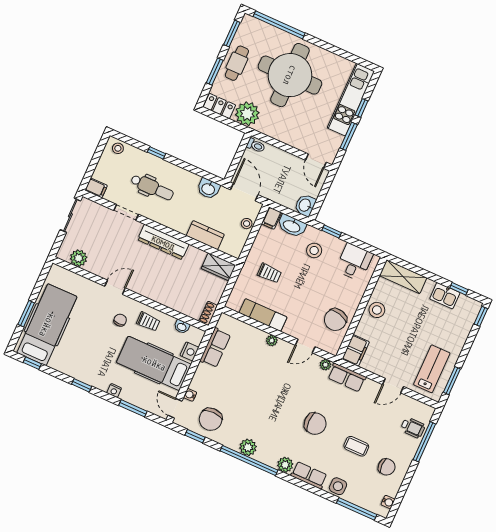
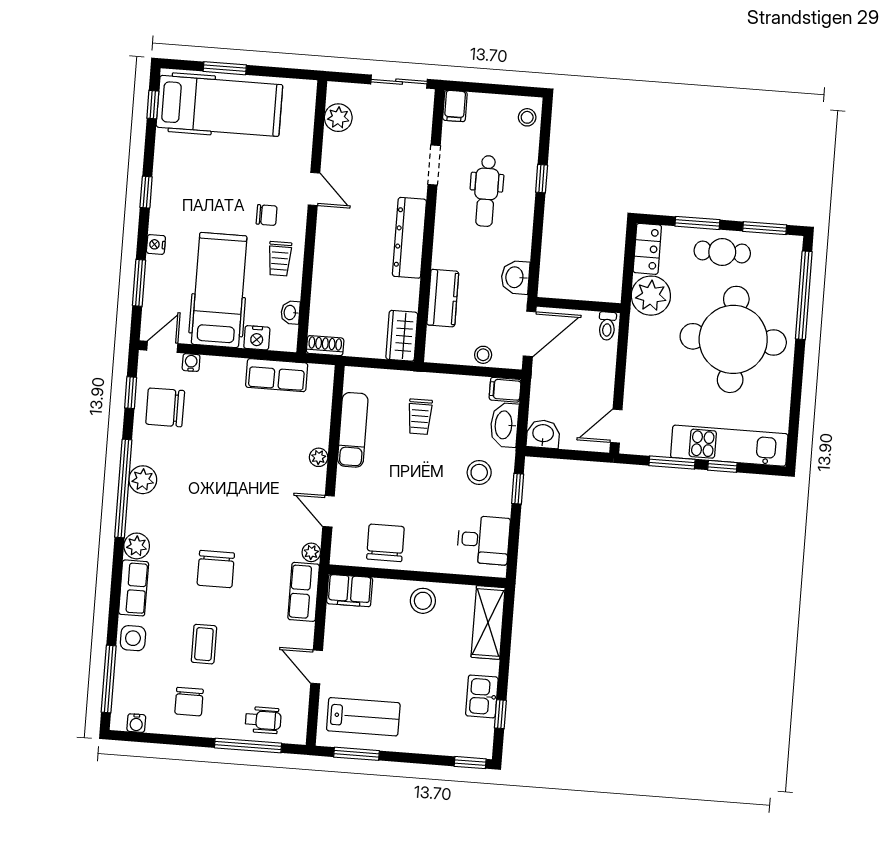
chair: (335, 320) -> (385, 543), turned 76
wheelchair: (413, 428) -> (263, 720), turned -90

